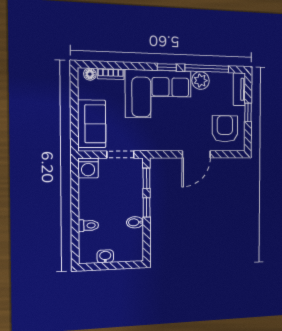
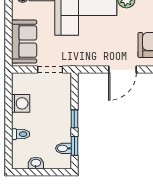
washing machine: (88, 168) -> (21, 103), moved, turned -90
window: (146, 178) -> (74, 146), moved
bidet: (135, 222) -> (64, 148), moved

